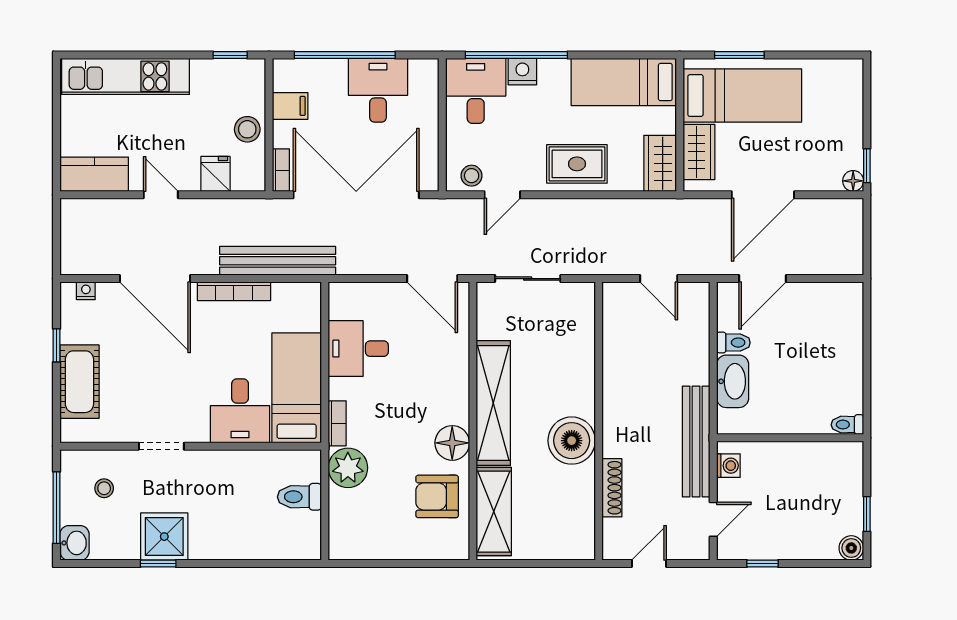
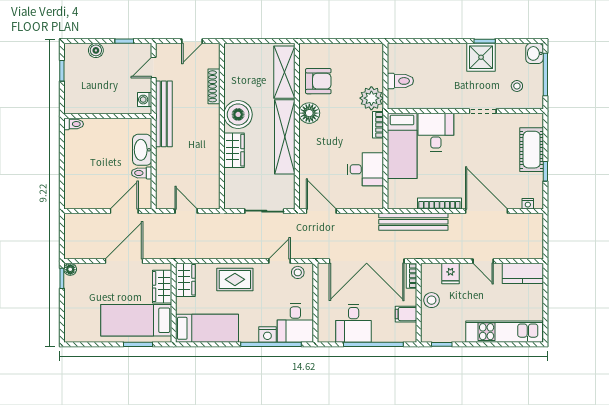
wardrobe: (578, 381) -> (234, 150), added
boiler: (851, 548) -> (96, 50), moved

